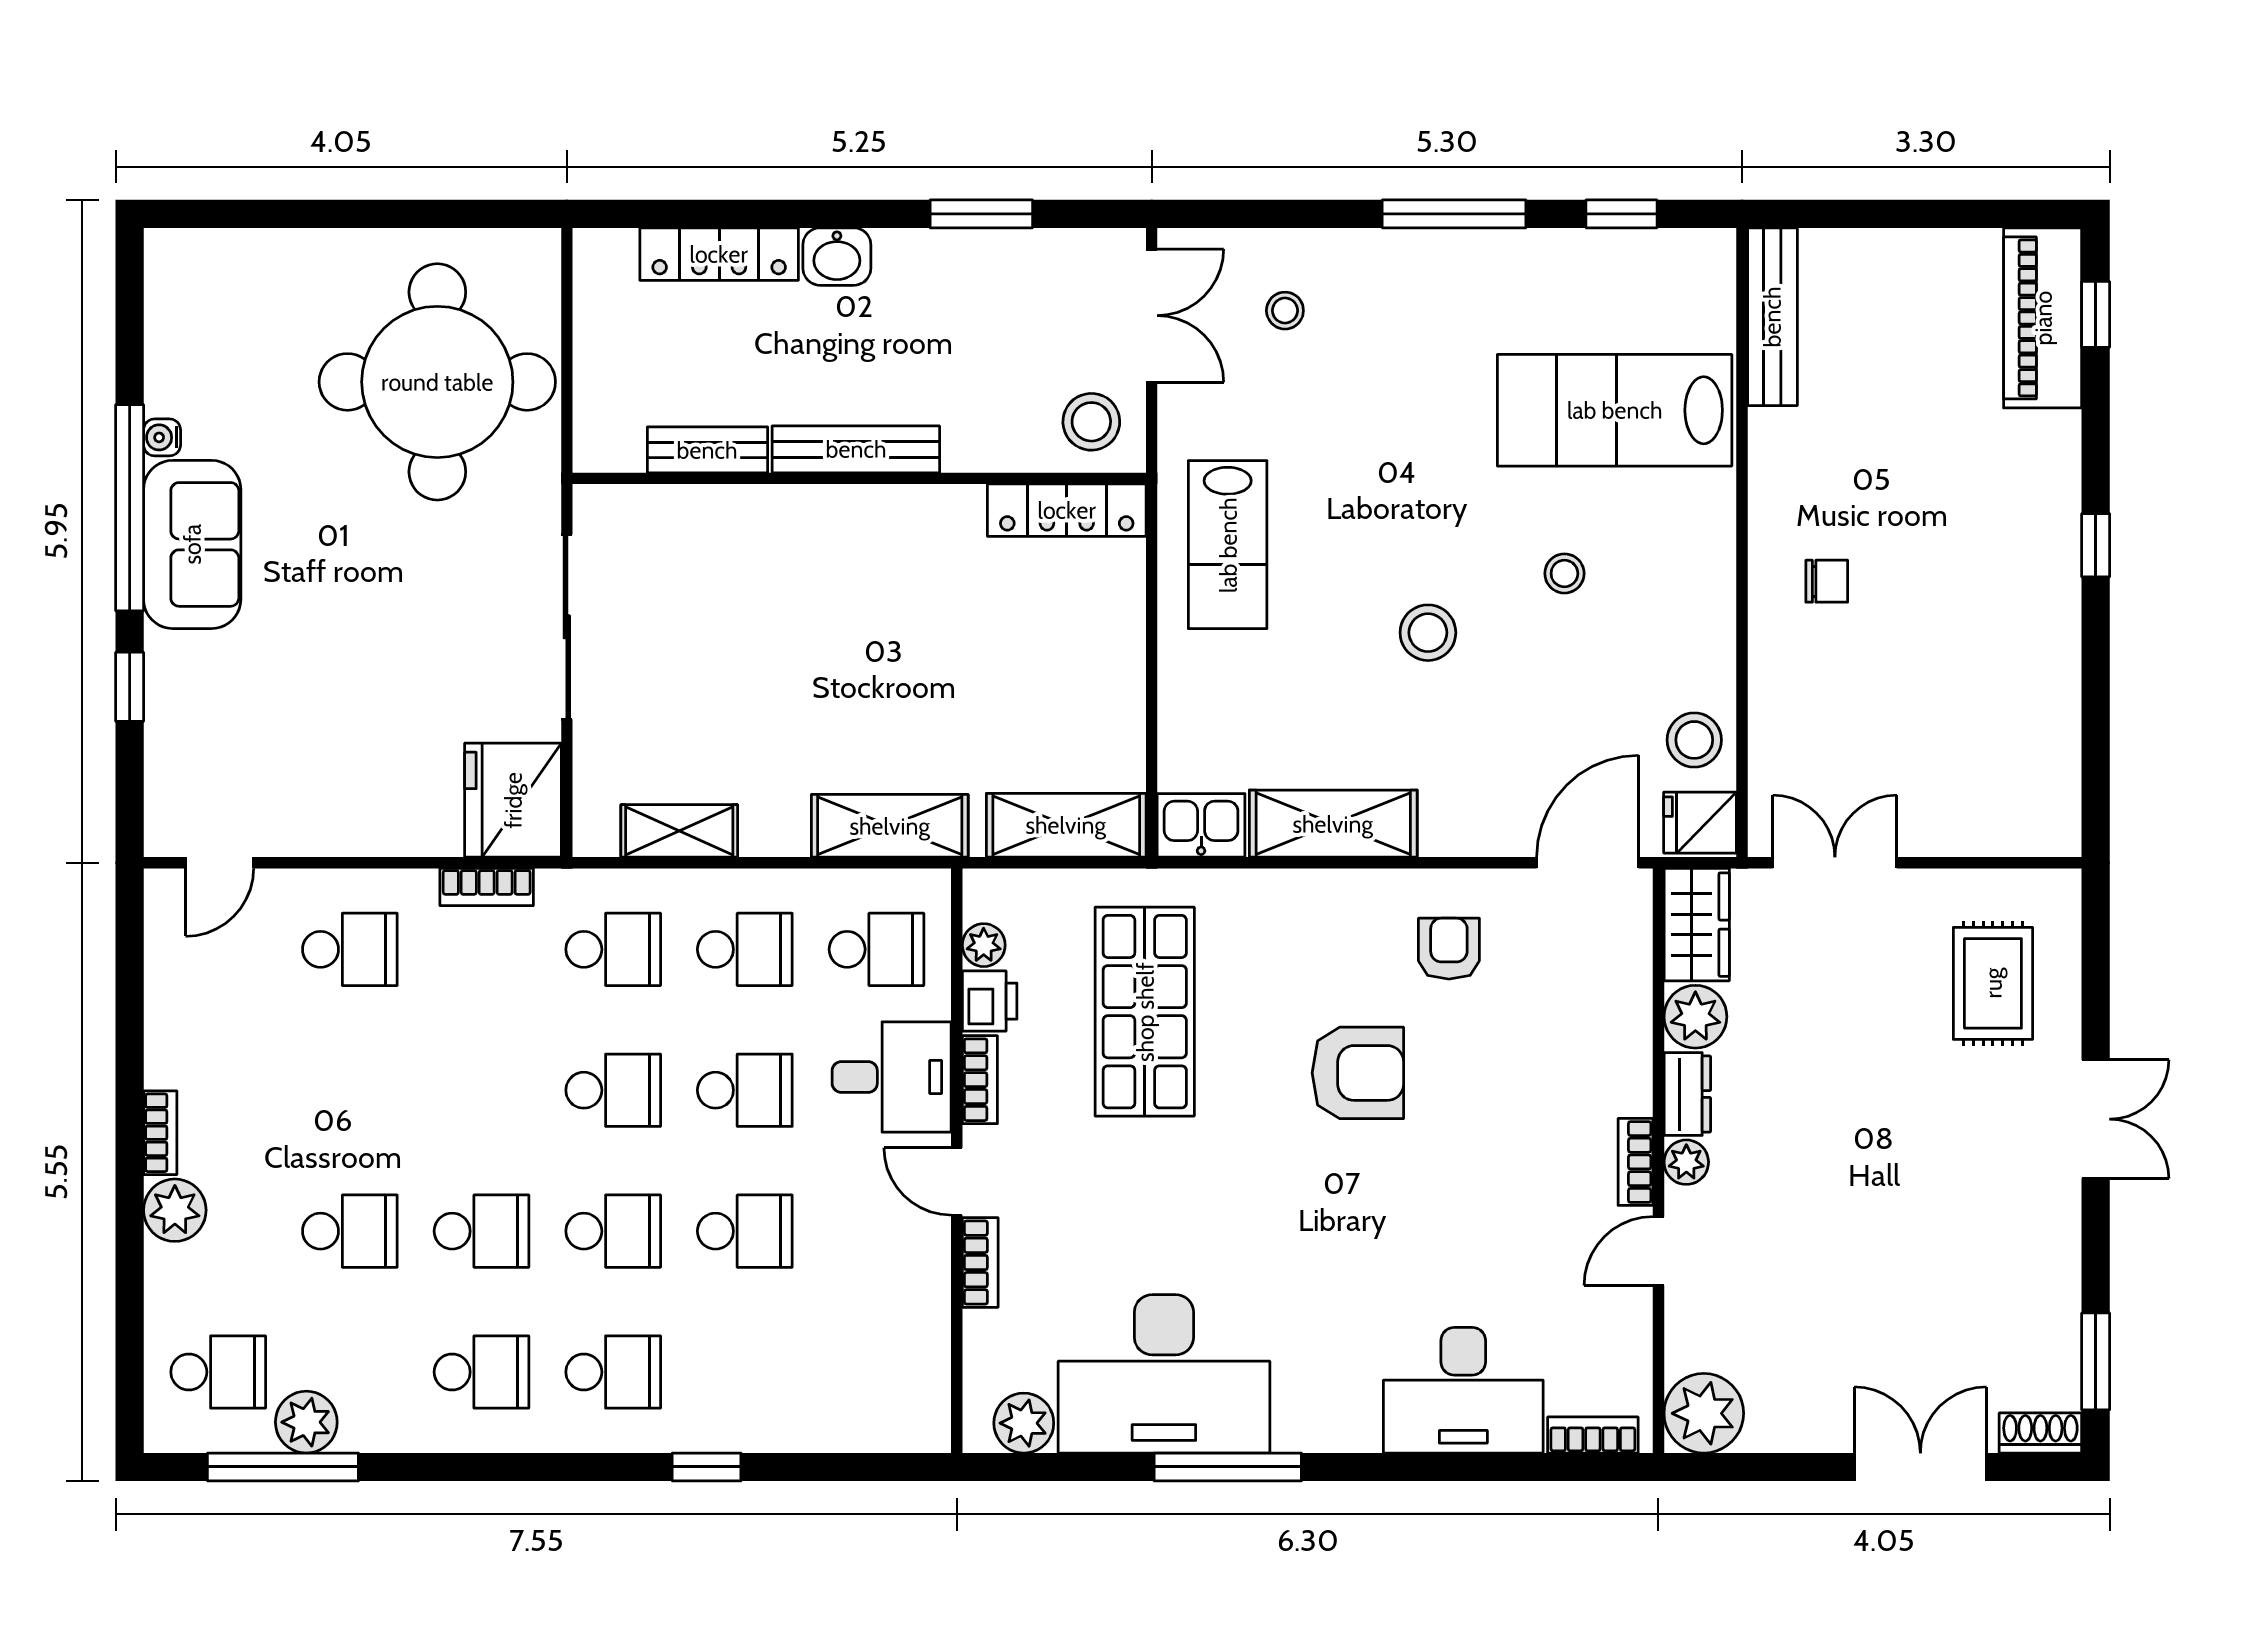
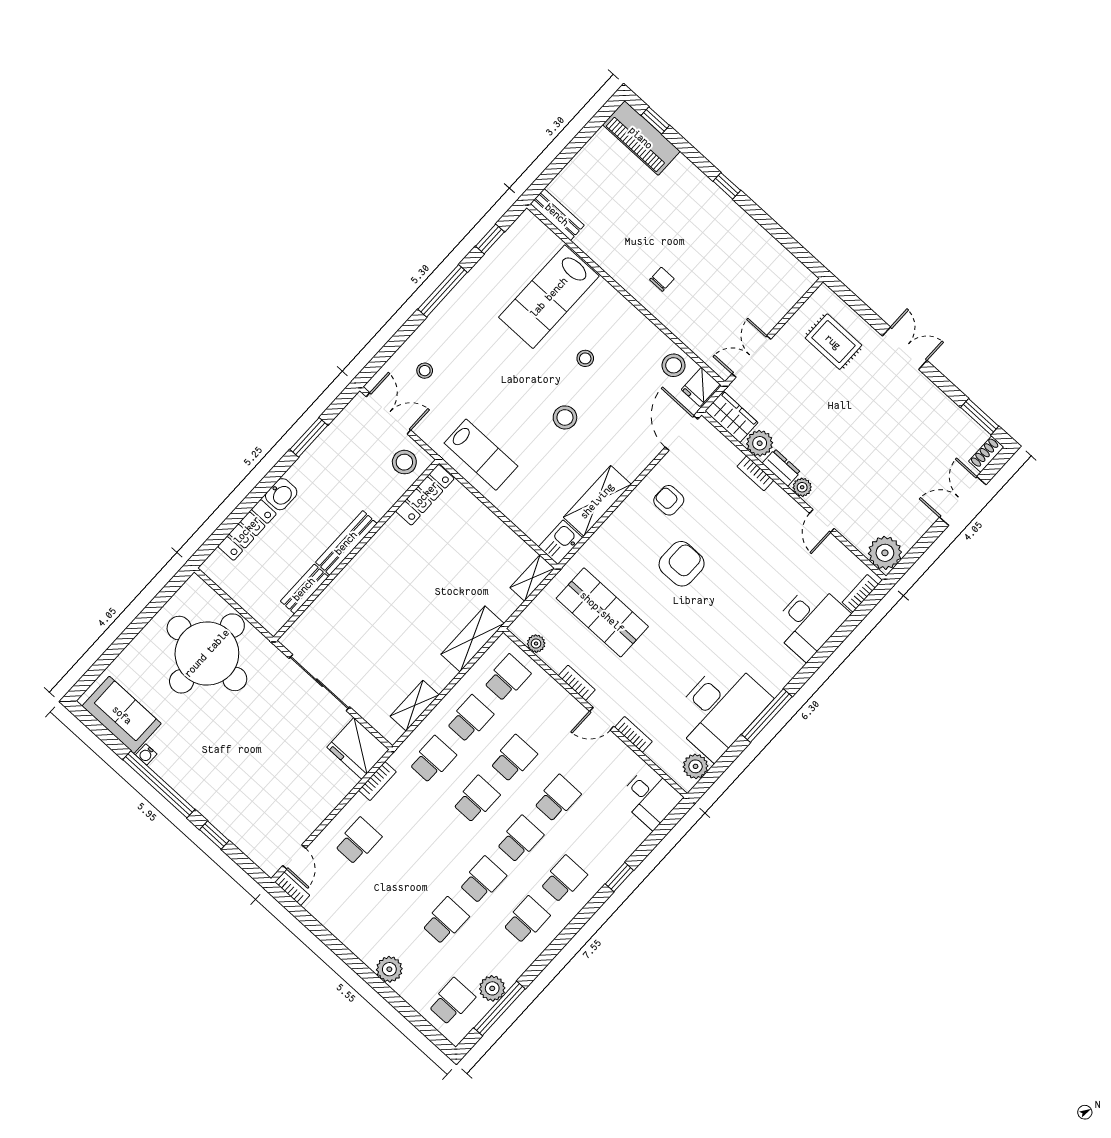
bench: (1772, 317) -> (557, 215), width x0.73
sofa: (192, 544) -> (122, 715), moved
shelving: (1066, 825) -> (532, 578), width x0.67, depth x0.75
printer: (990, 1001) -> (555, 658), removed
desk: (892, 1077) -> (650, 798), moved, turned 90
bookcase: (160, 1133) -> (292, 889), moved
bookcase: (1635, 1162) -> (755, 473), moved

